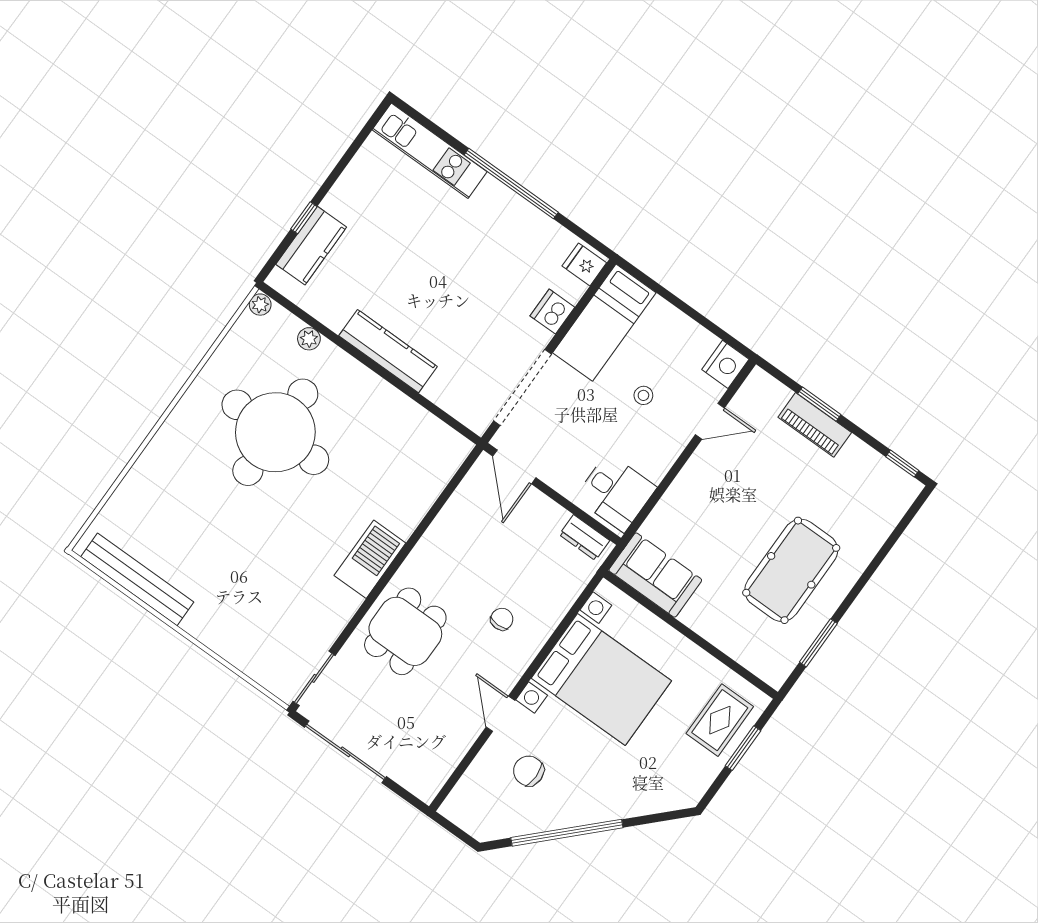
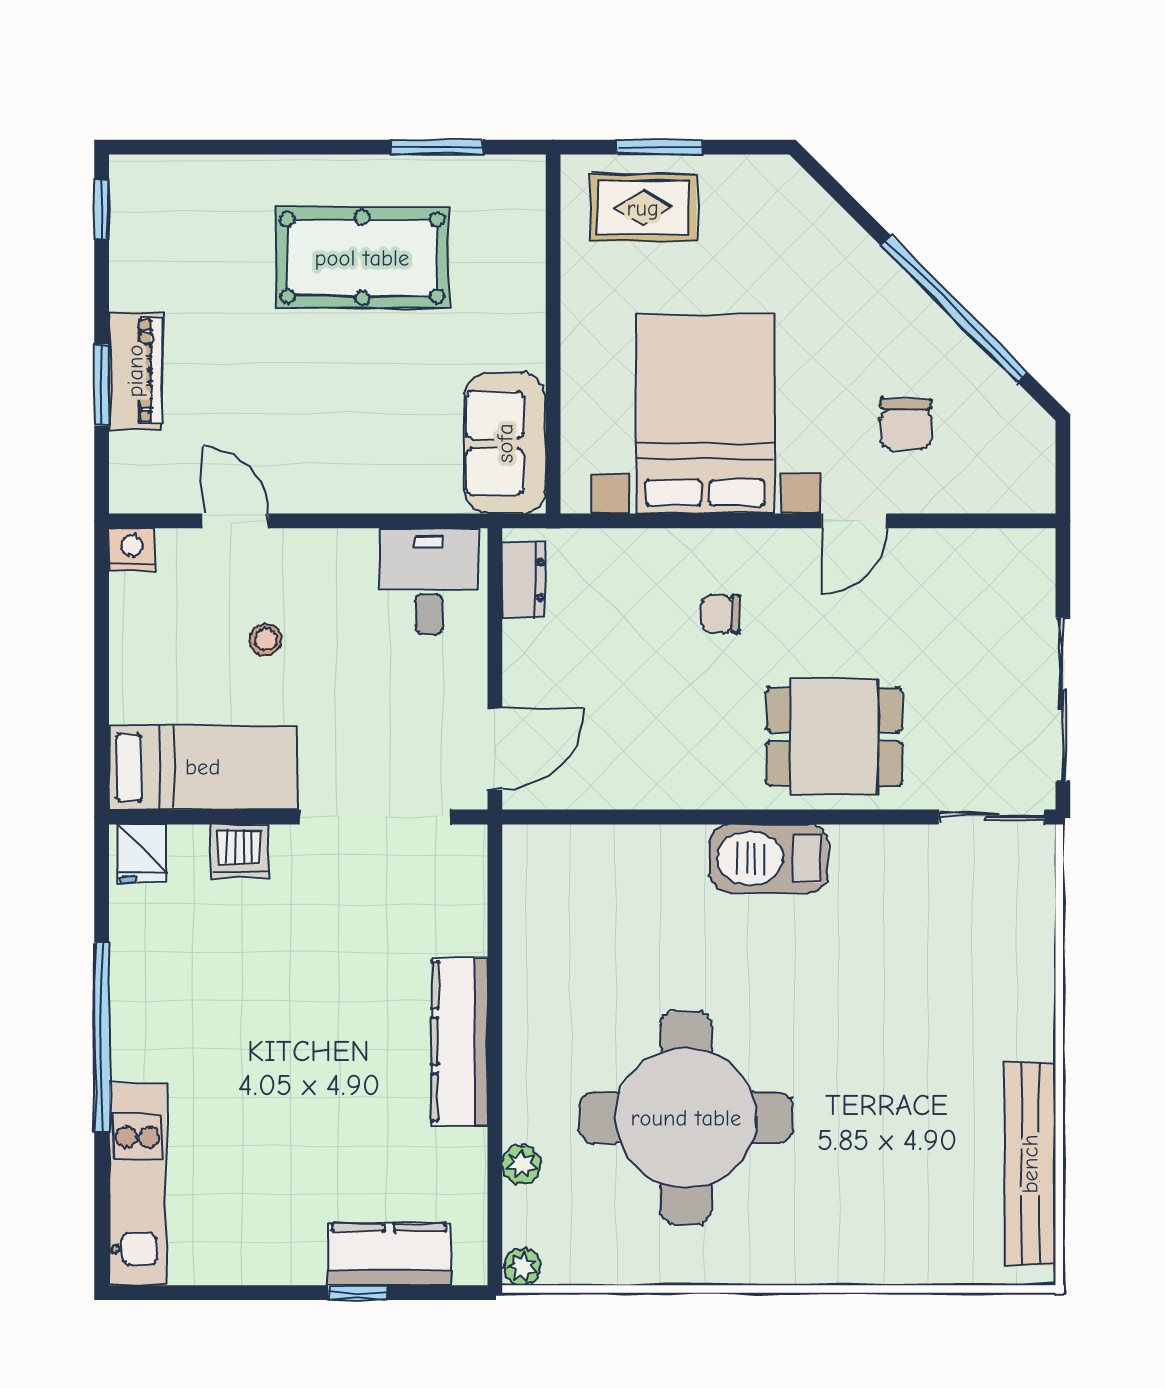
nightstand: (725, 364) -> (132, 549), width x0.74, depth x0.75

